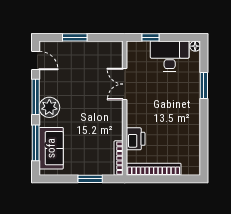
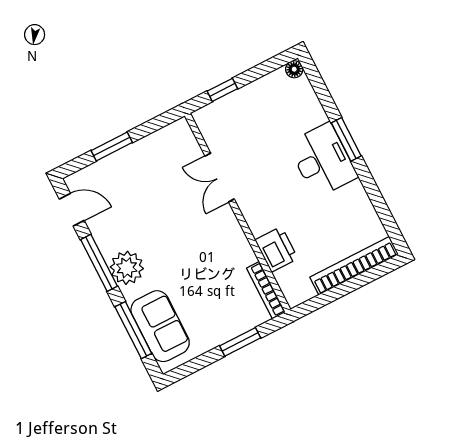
desk: (170, 56) -> (323, 160), moved, turned 90
window: (204, 85) -> (346, 139), moved
bookcase: (154, 169) -> (354, 266), moved

